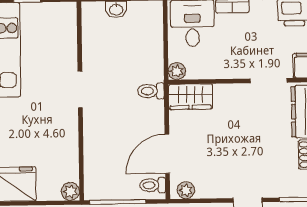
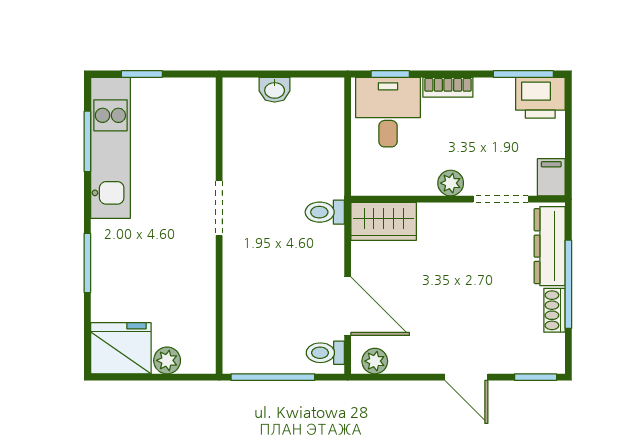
plant: (177, 71) -> (451, 183), moved
door: (167, 154) -> (348, 306), swing flipped
plant: (70, 191) -> (167, 360), moved

